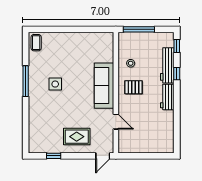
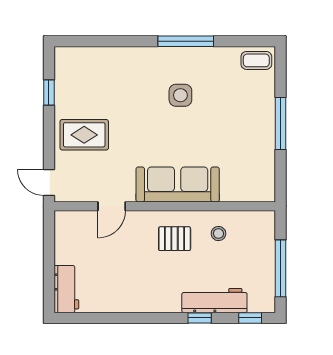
window: (71, 29) -> (281, 124), added
window: (139, 29) -> (281, 268), moved
pallet: (134, 87) -> (175, 239), turned 90
workbench: (167, 97) -> (66, 289), moved, turned 90
rug: (77, 137) -> (84, 135), turned 90

